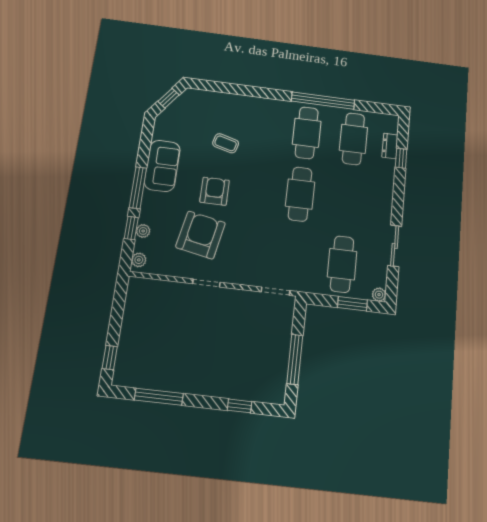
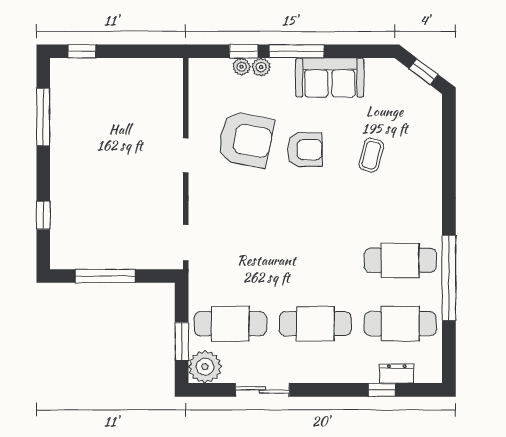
cafe table: (300, 194) -> (315, 324), moved
plant: (139, 260) -> (261, 67), moved
plant: (379, 295) -> (205, 367), width x1.88, depth x1.88

